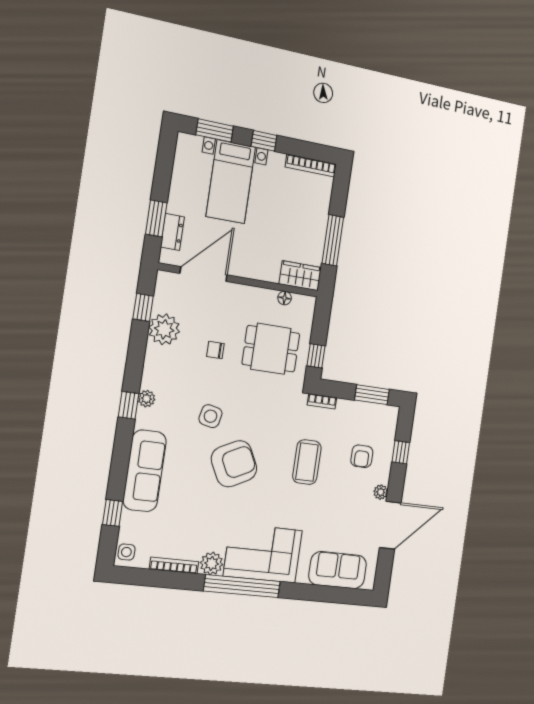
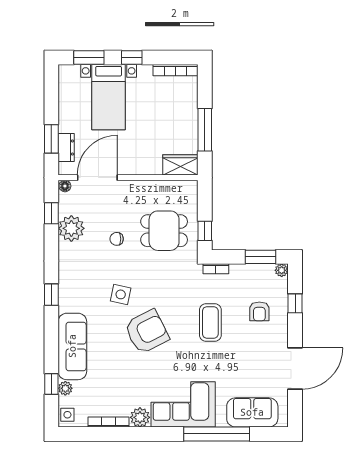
floor lamp: (285, 298) -> (65, 186), moved
plant: (147, 399) -> (65, 388), moved
plant: (381, 492) -> (282, 270), moved
window: (242, 586) -> (217, 434), moved

